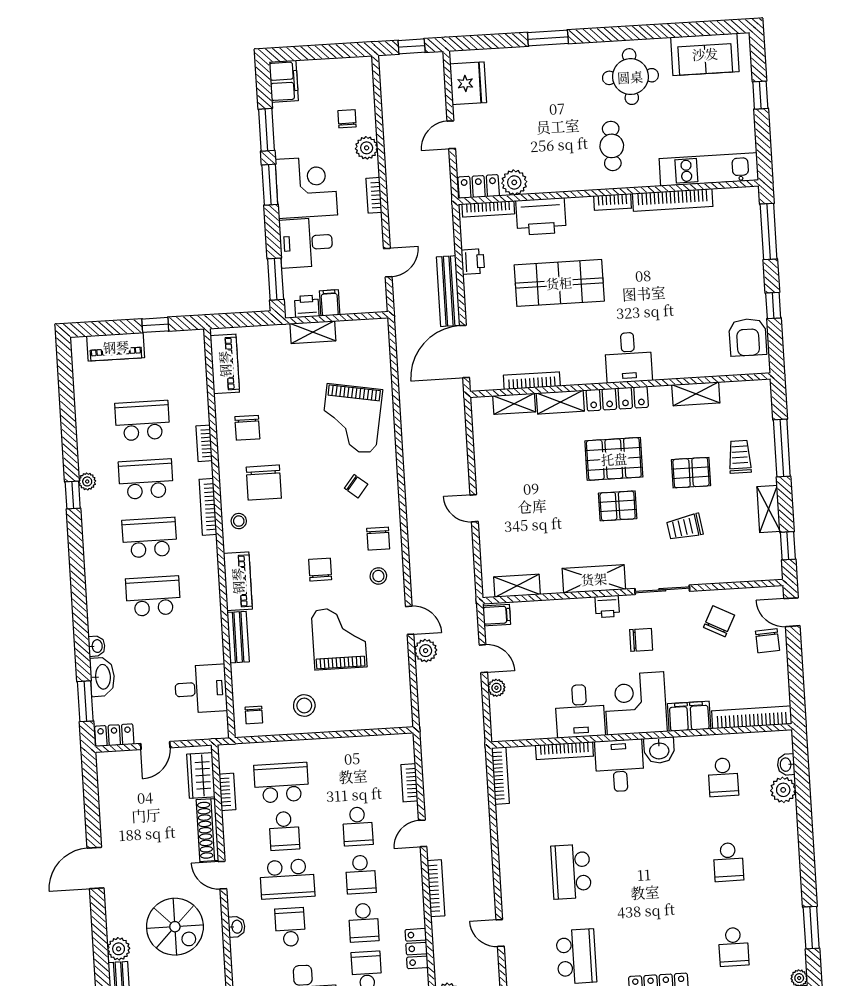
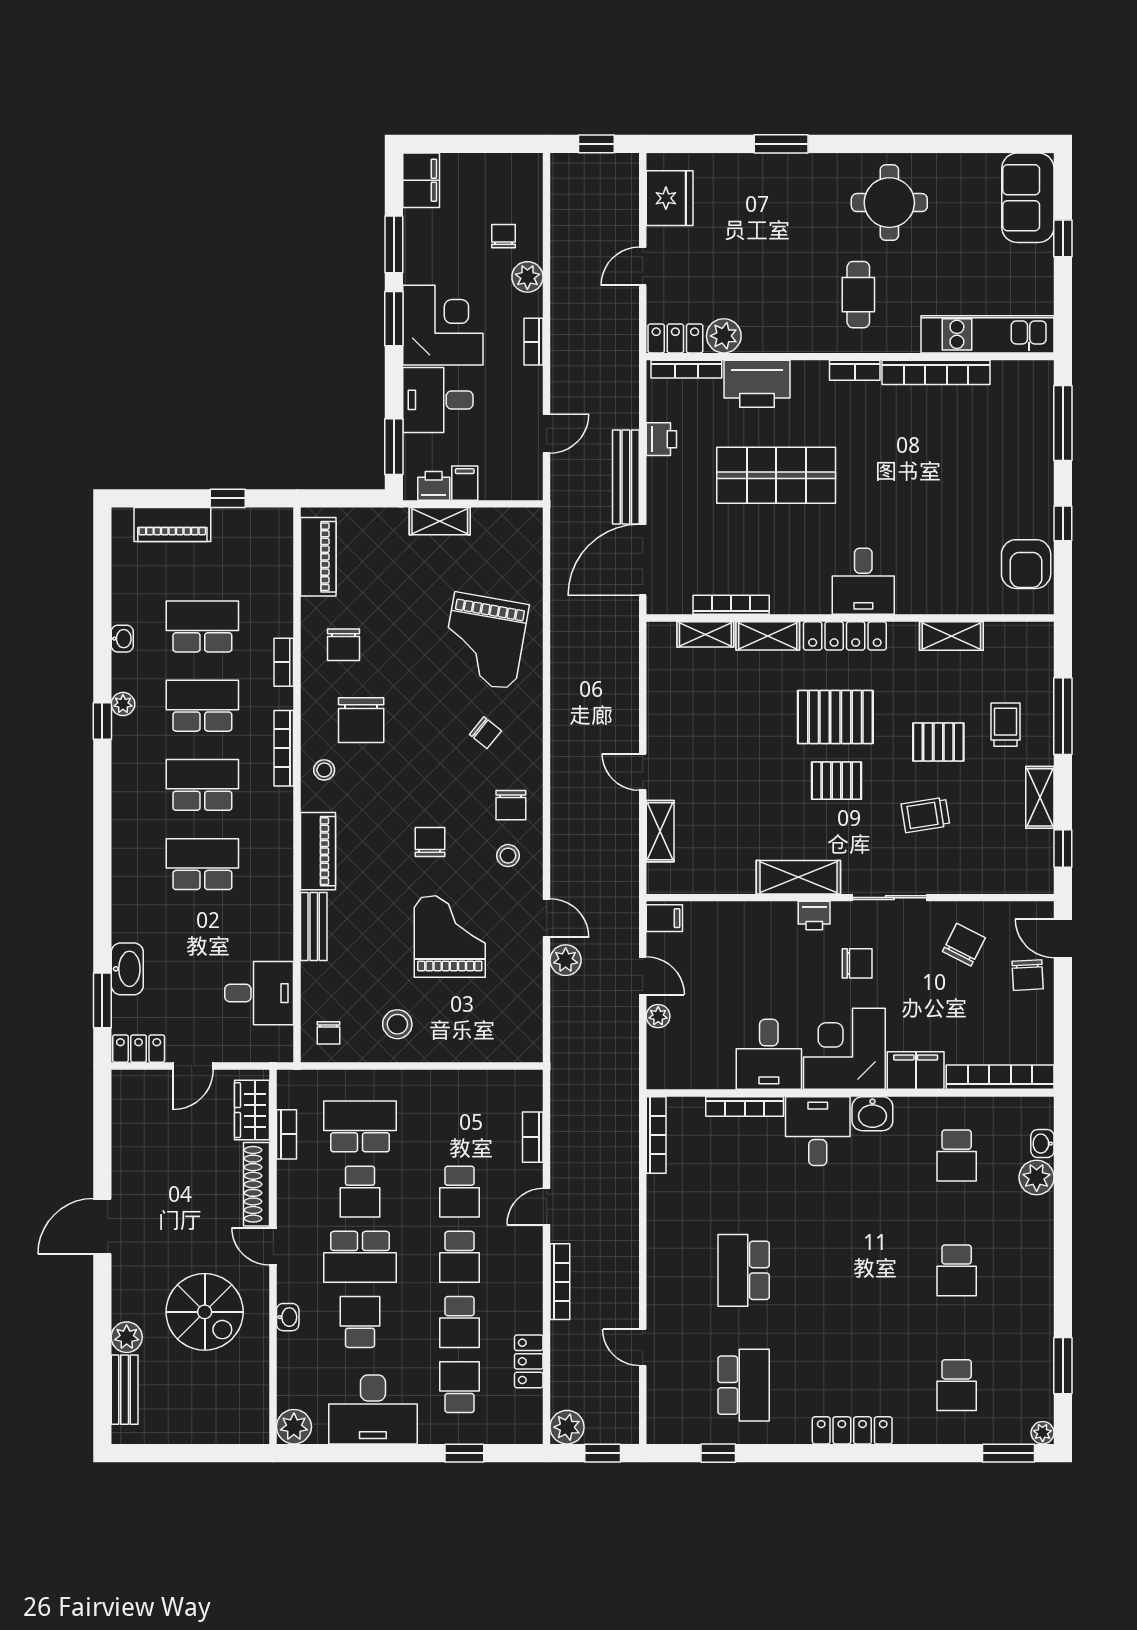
sofa: (705, 54) -> (1028, 198), moved, turned 90
shelving: (517, 586) -> (660, 831), moved, turned 90
washbasin: (97, 646) -> (122, 639), moved

